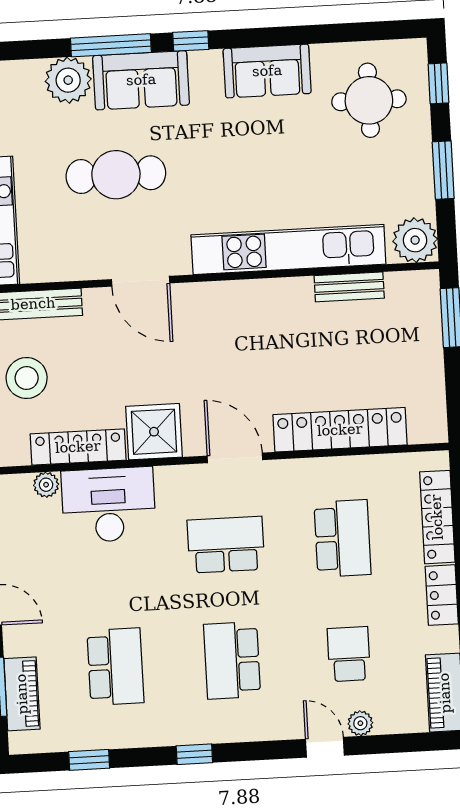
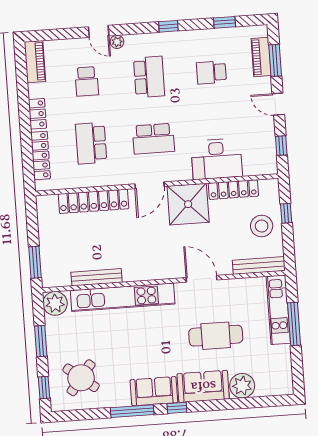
window: (111, 45) -> (132, 411), moved
sofa: (267, 71) -> (154, 391), moved
round table: (369, 100) -> (81, 378), turned 38
bench: (349, 287) -> (97, 277), width x1.36
shower: (154, 432) -> (188, 204), width x1.37, depth x1.37
door: (235, 458) -> (149, 185), hinge flipped
plant: (46, 485) -> (250, 169), removed
school desk: (115, 667) -> (211, 72), width x0.54
plant: (360, 723) -> (117, 42), moved

